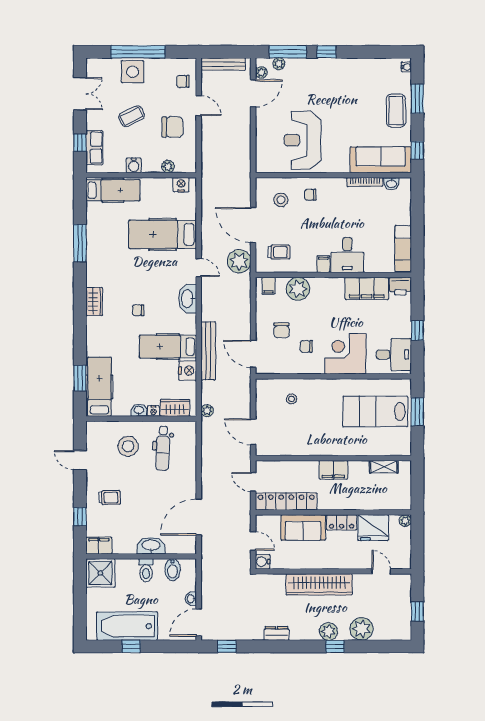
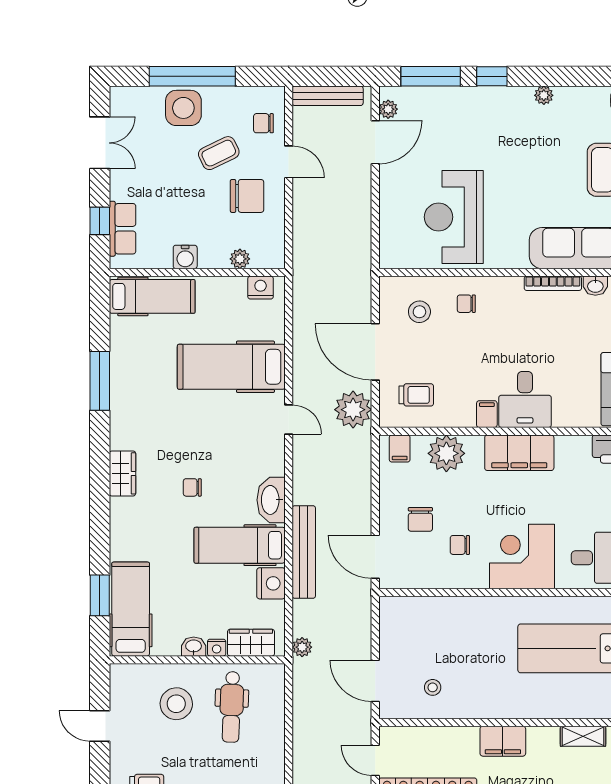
plant: (279, 64) -> (544, 95), moved
coffee table: (132, 116) -> (219, 153), moved
filing cabinet: (367, 288) -> (519, 453), moved
washbasin: (188, 299) -> (271, 500), moved
stool: (292, 399) -> (433, 687), moved

